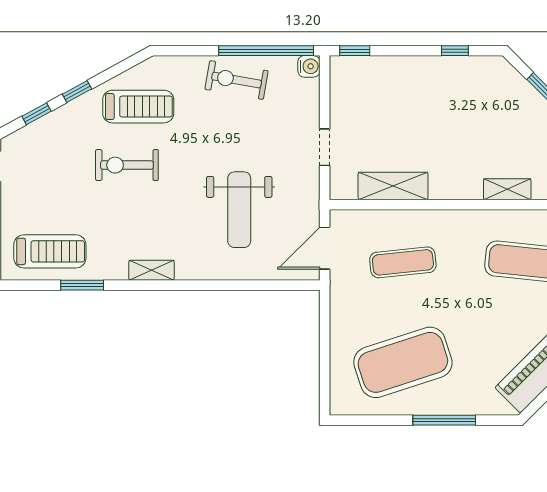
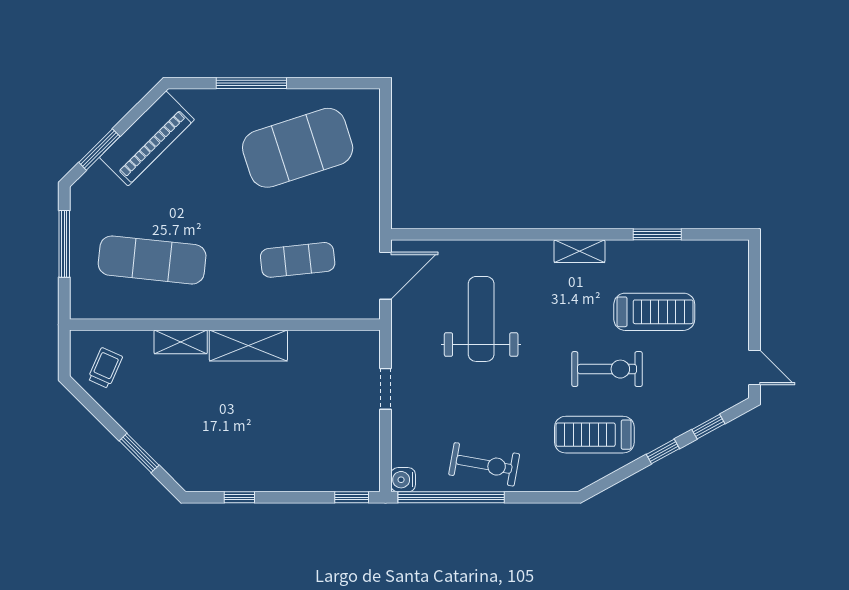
shelving: (393, 186) -> (248, 346), moved
treadmill: (50, 251) -> (654, 312), moved, turned 180

